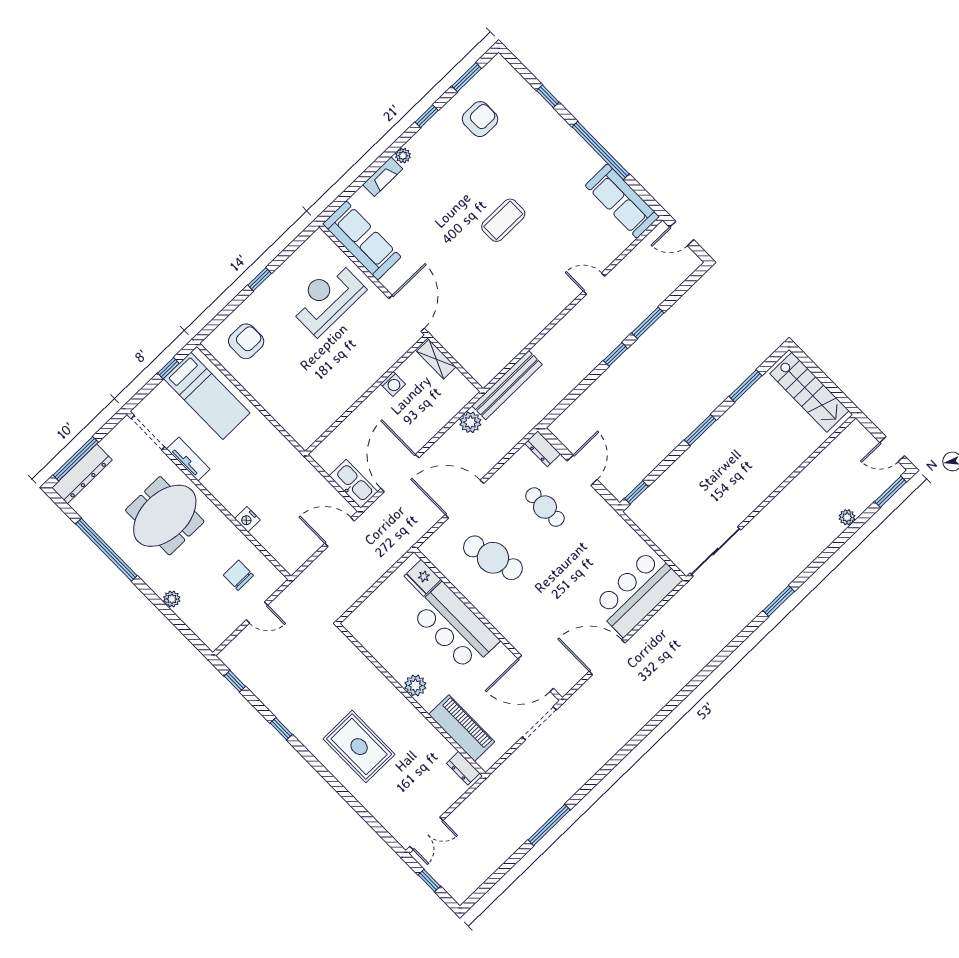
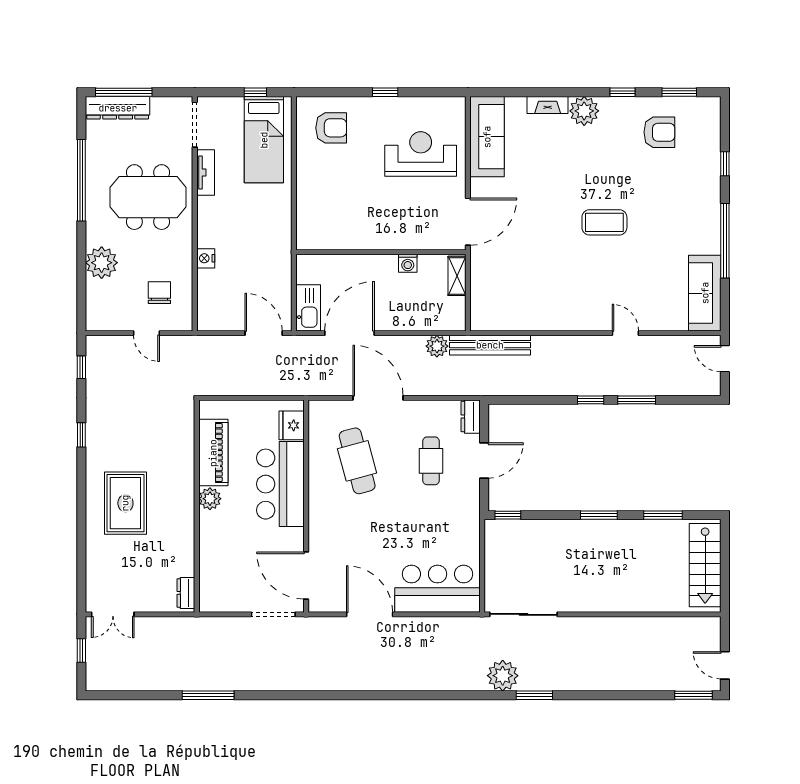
plant: (403, 156) -> (584, 111), width x1.87, depth x1.87
plant: (847, 517) -> (503, 676), moved, width x1.88, depth x1.88
plant: (172, 599) -> (102, 263), width x1.88, depth x1.88
piano: (462, 728) -> (213, 453), moved

